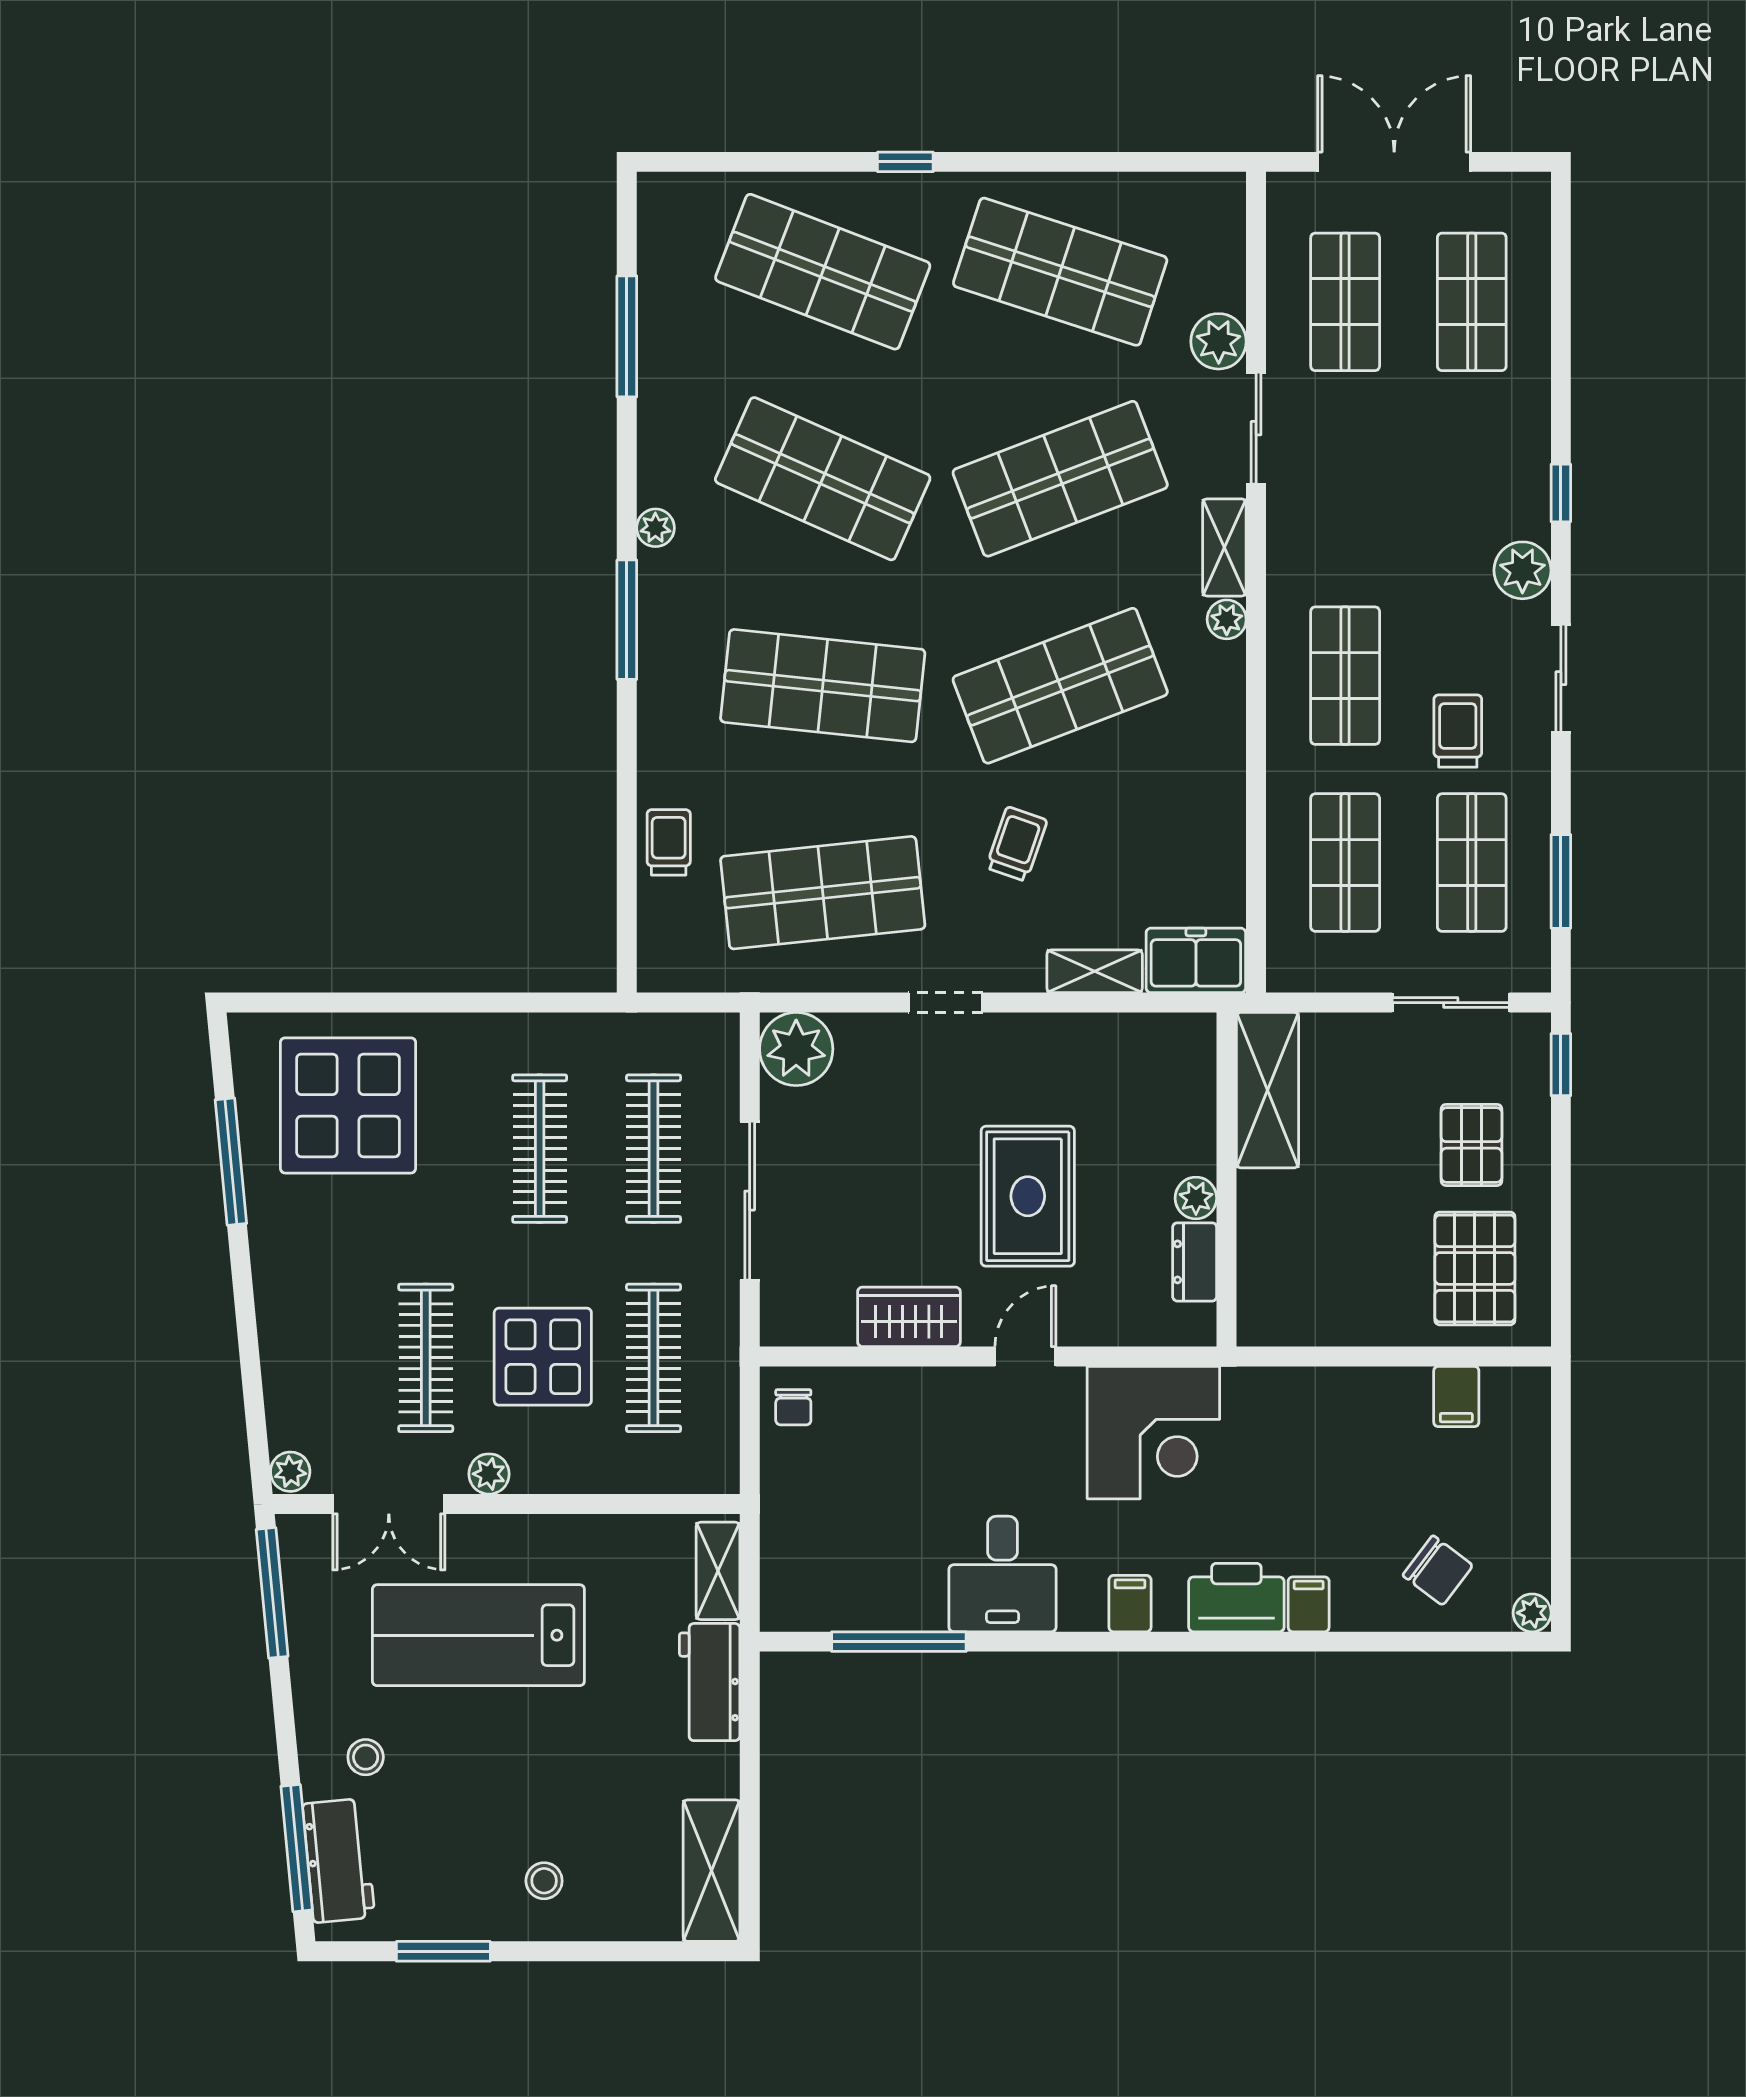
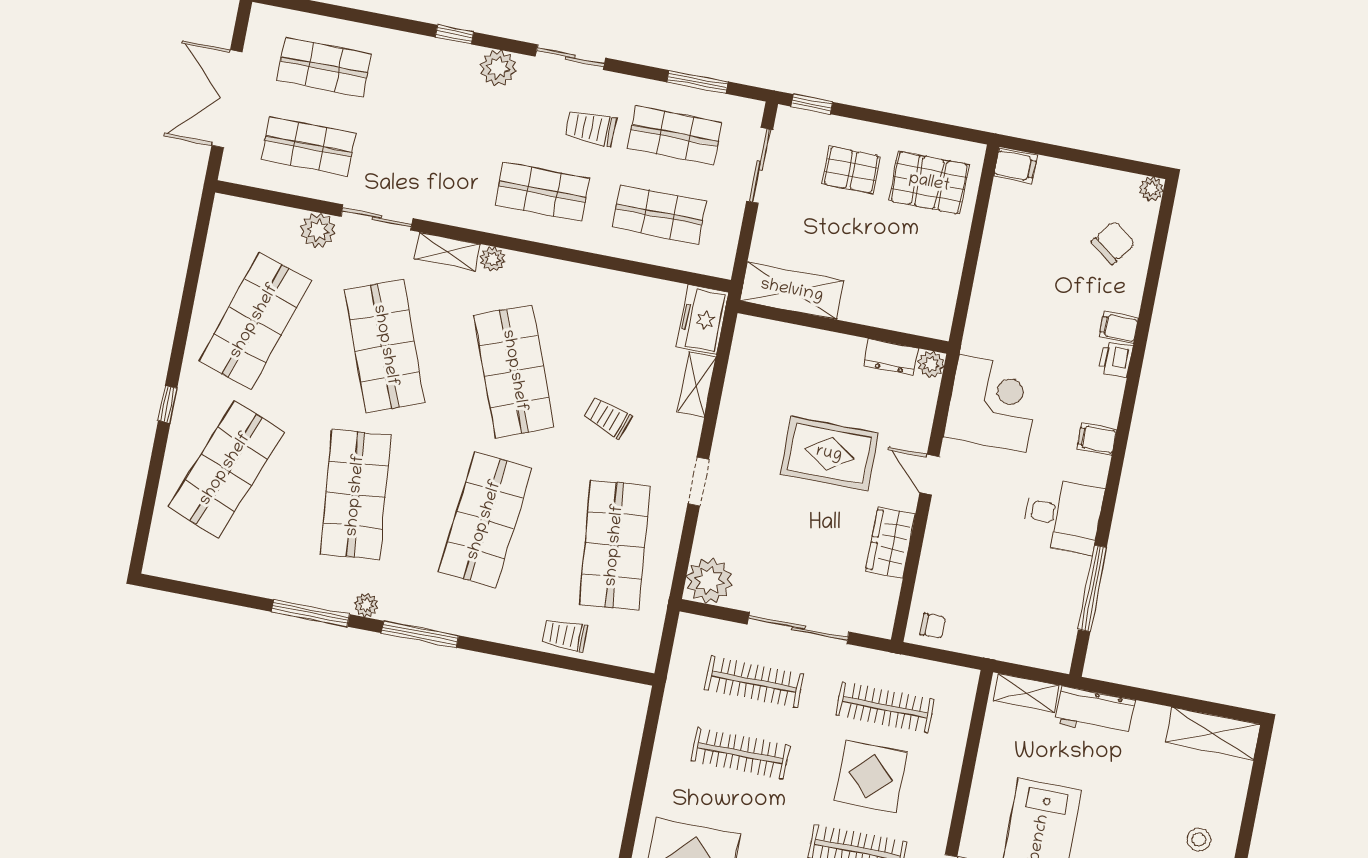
window: (627, 336) -> (311, 613), moved
shop shelf: (823, 479) -> (356, 495), turned -30
plant: (1196, 1198) -> (931, 364), moved
filing cabinet: (1456, 1396) -> (1015, 166), moved
plant: (489, 1474) -> (938, 824), removed
printer: (1236, 1598) -> (1115, 359), width x0.53, depth x0.68

